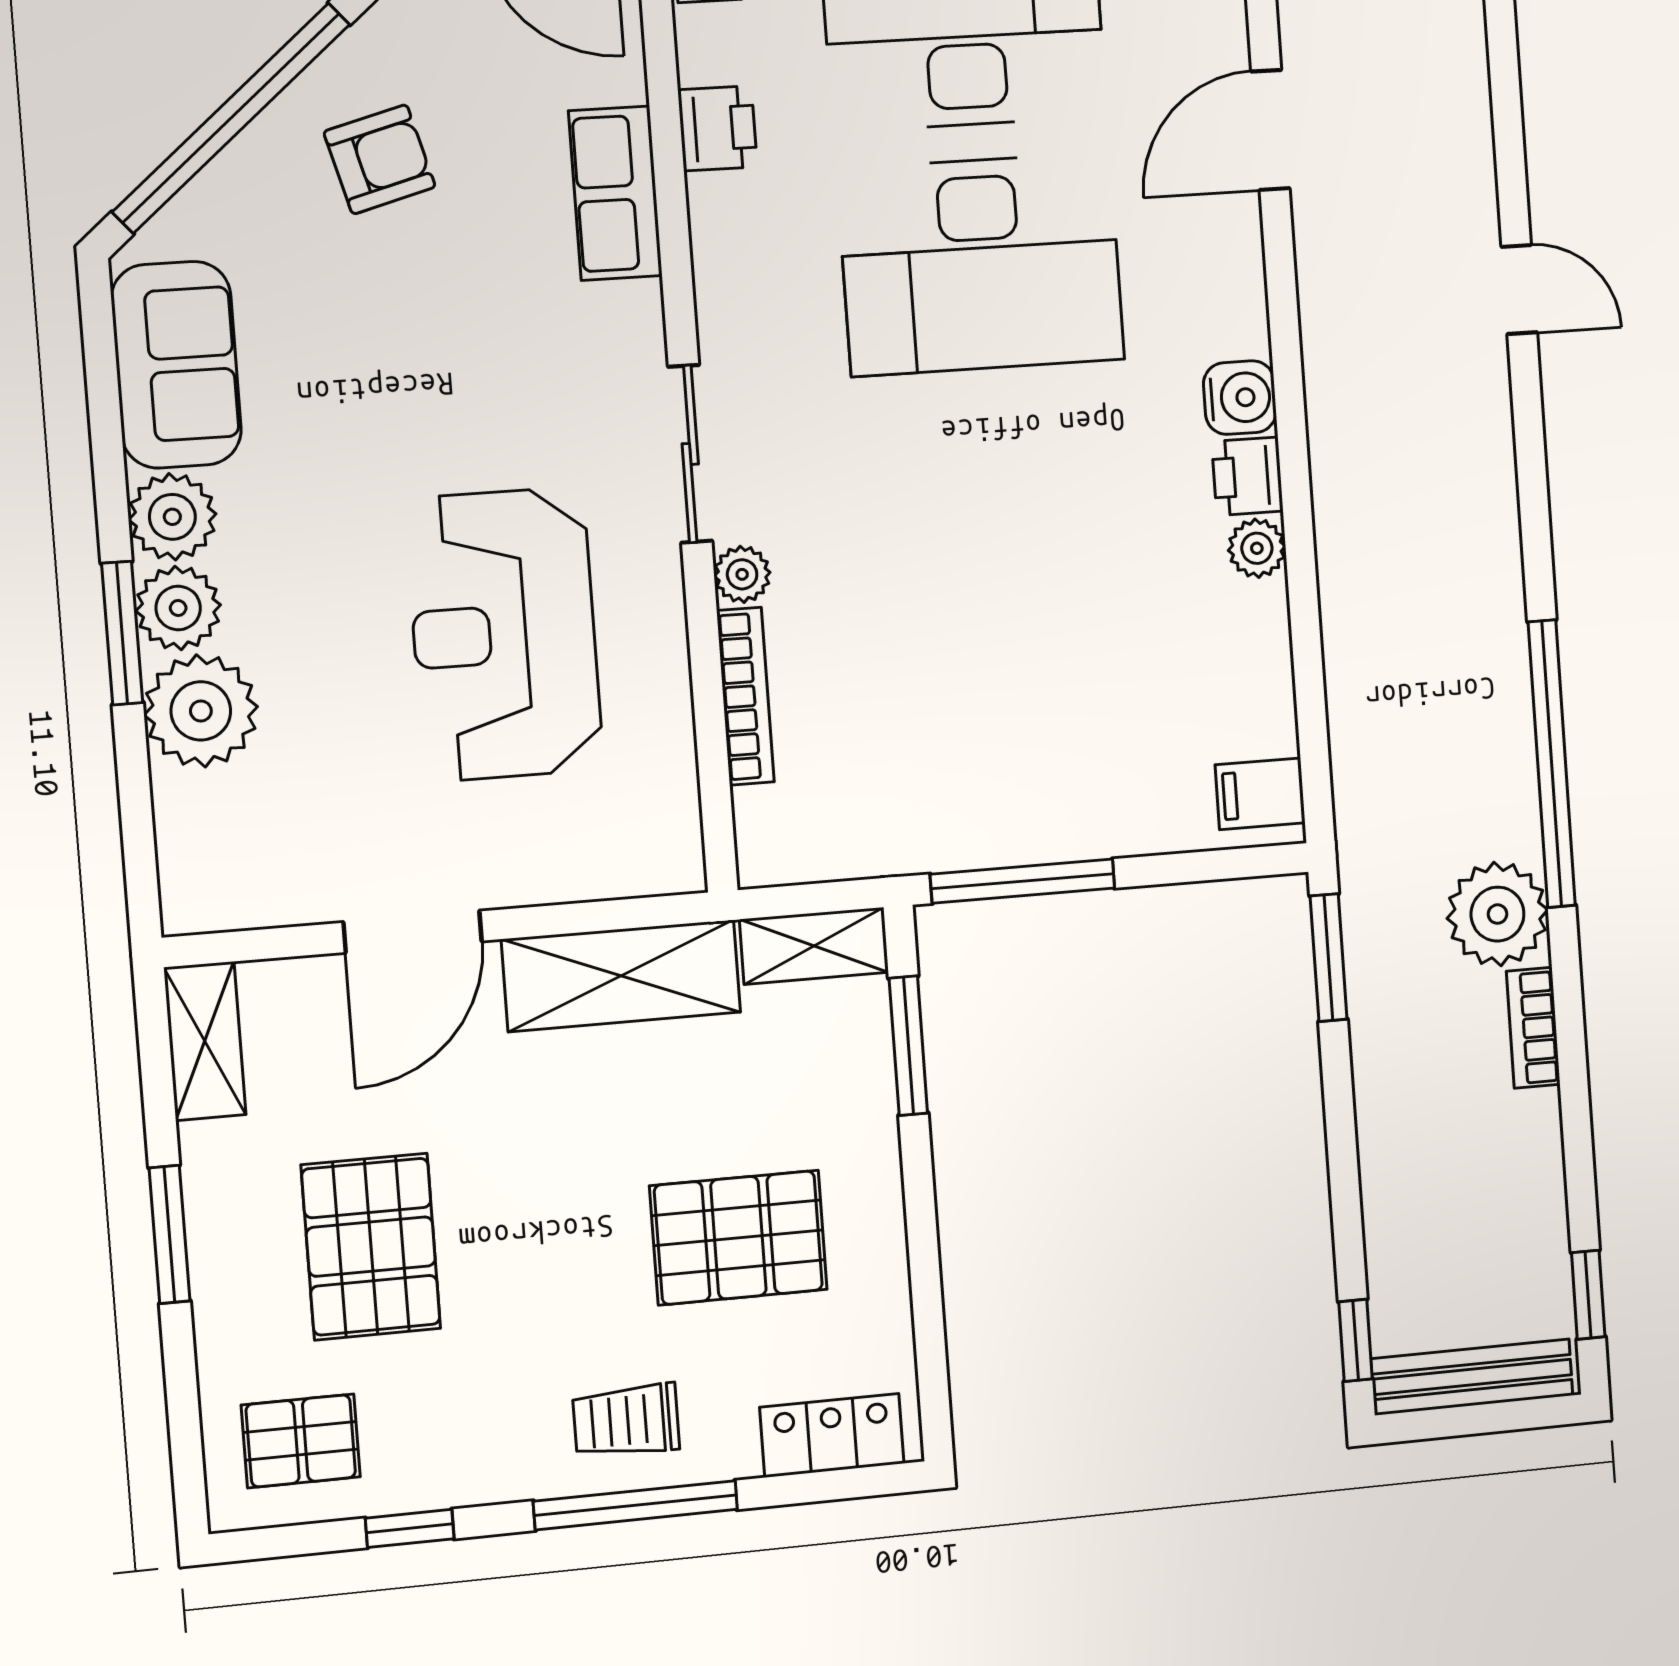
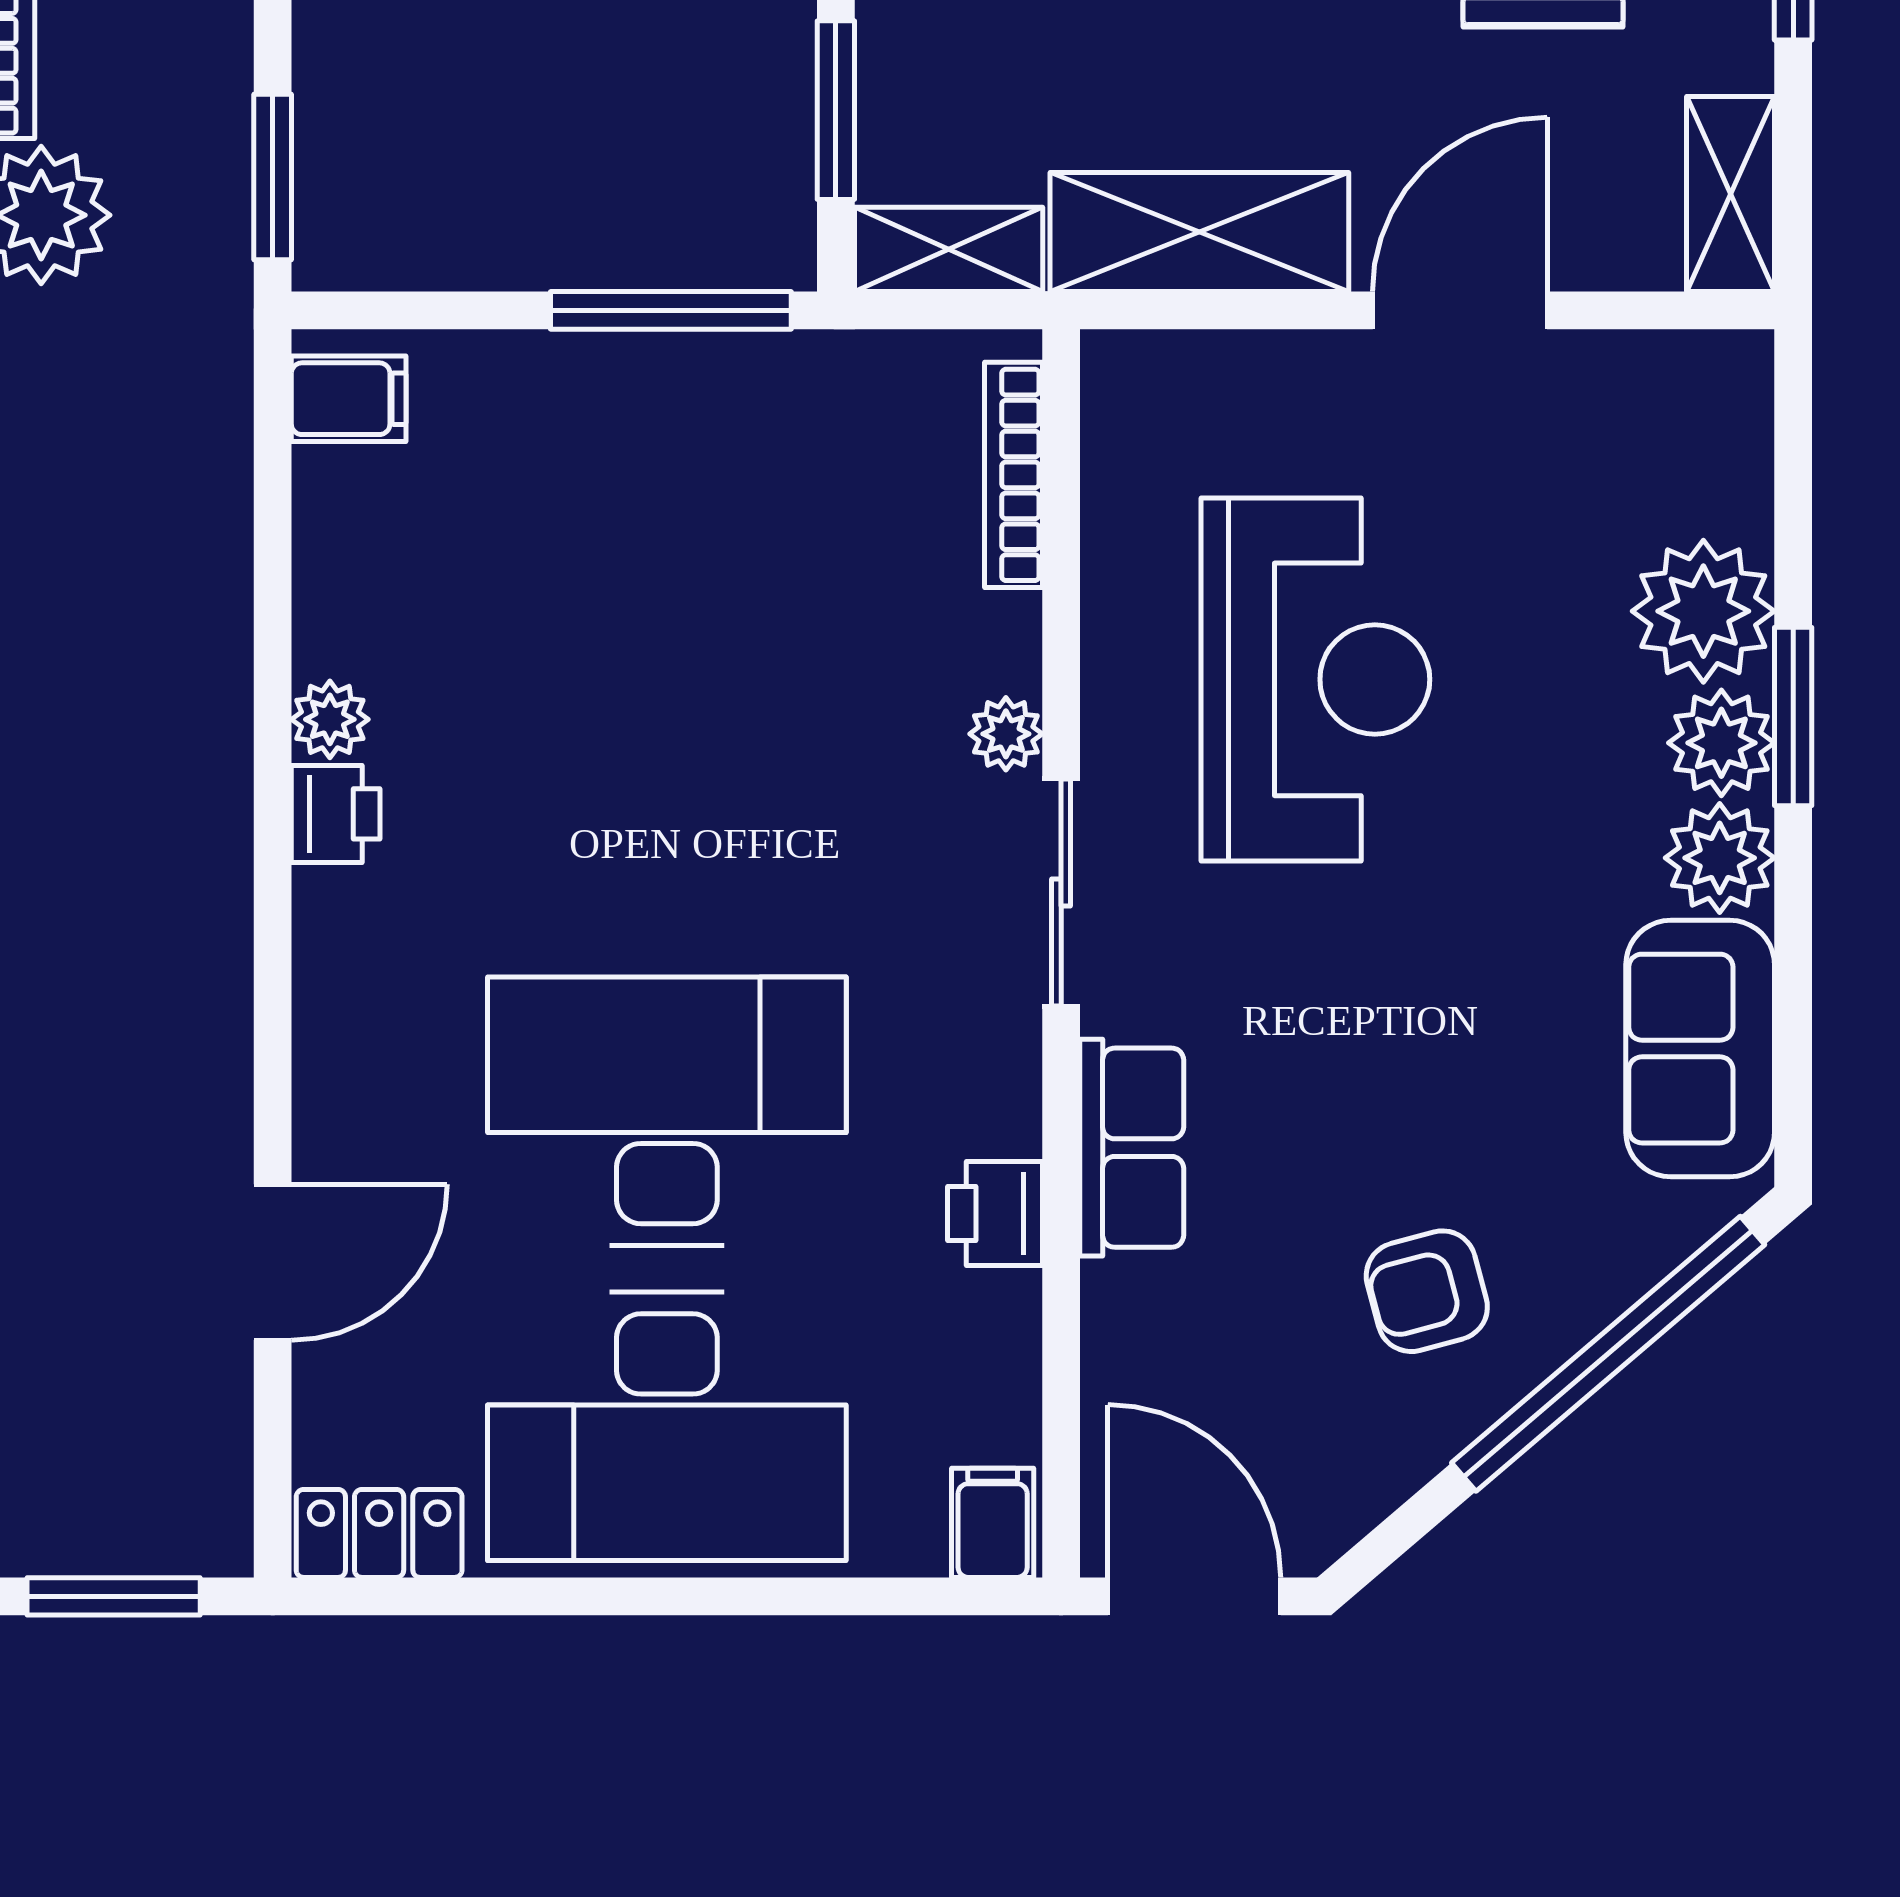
printer: (718, 128) -> (995, 1213), moved
row of seats: (615, 193) -> (1132, 1148), moved
water cooler: (1240, 398) -> (338, 917), removed
bookcase: (745, 696) -> (1013, 475), moved

